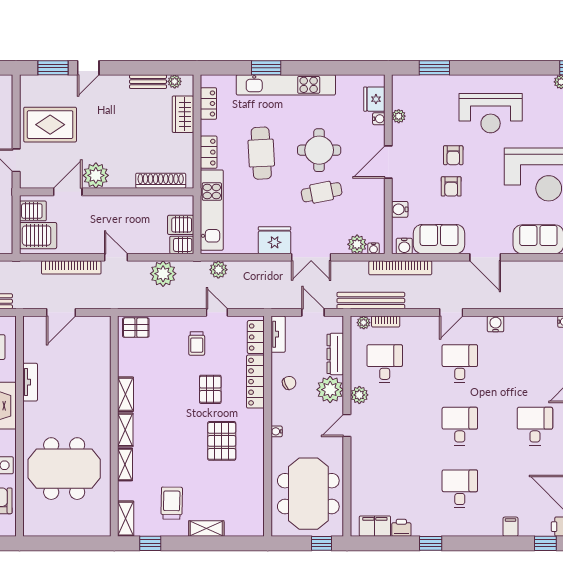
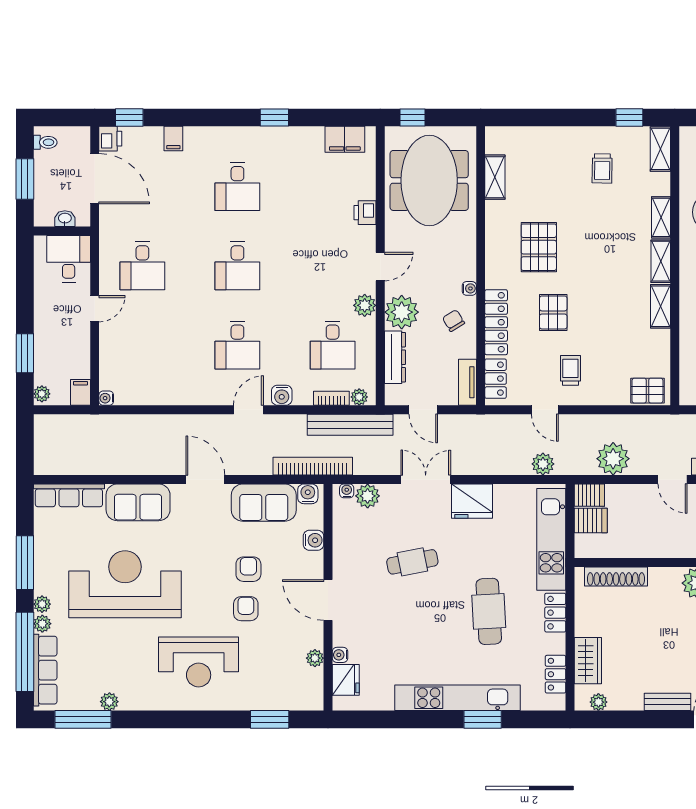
bench: (148, 82) -> (667, 702), moved
reception desk: (491, 113) -> (199, 662), turned 180
round table: (319, 150) -> (416, 615), removed
door: (388, 162) -> (328, 600), swing flipped
water cooler: (496, 324) -> (282, 395), moved
chair: (289, 383) -> (454, 321), turned 84
water cooler: (277, 431) -> (469, 288), moved
trolley: (172, 503) -> (602, 168), width x0.73, depth x0.72
printer: (401, 528) -> (365, 213), moved, turned 90
shelving: (206, 529) -> (495, 177), moved, turned 90

